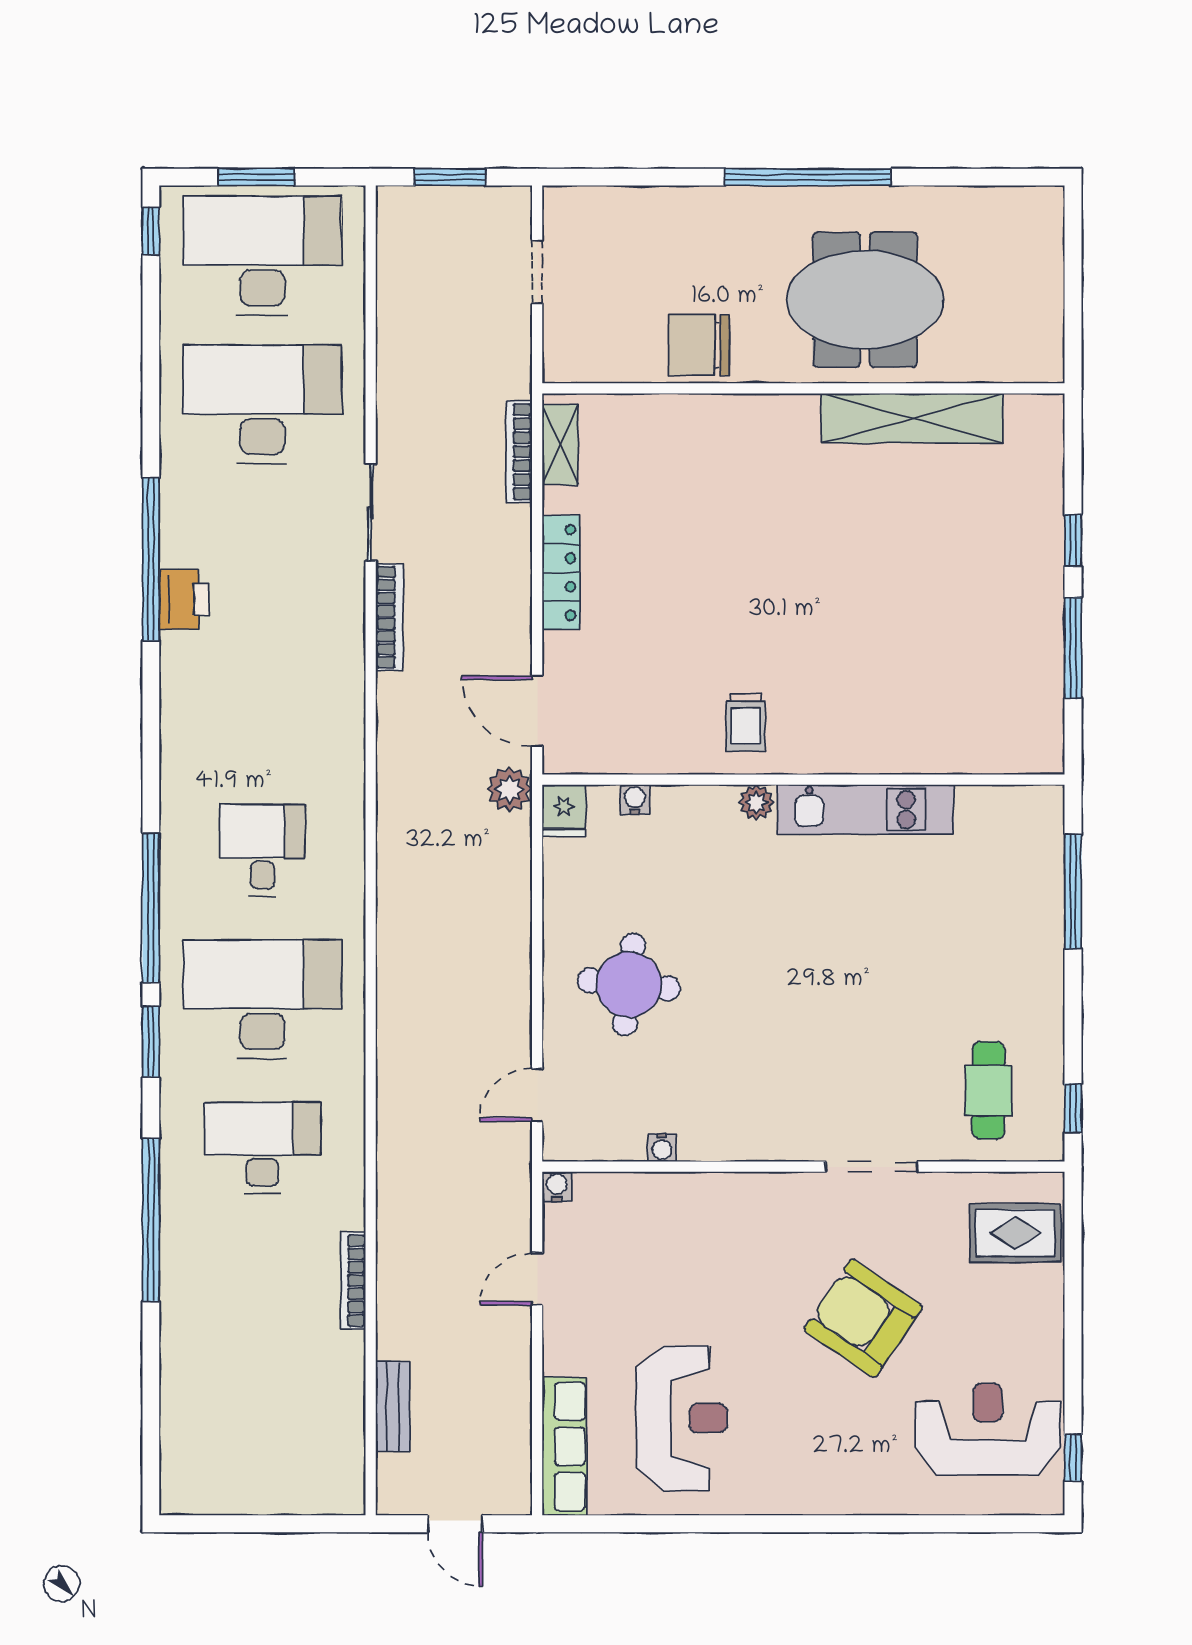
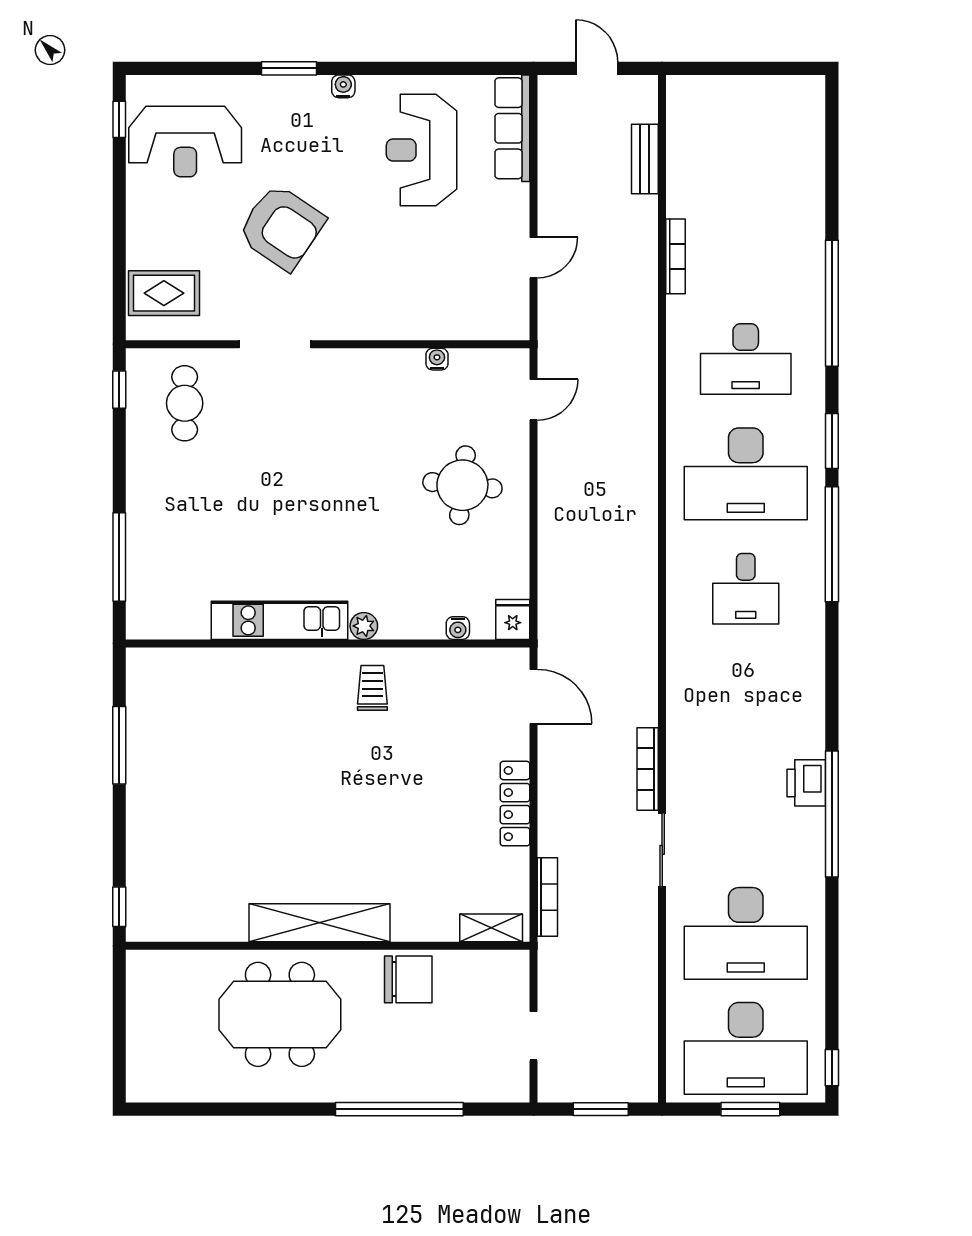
window: (808, 177) -> (399, 1109), moved
shelving: (912, 418) -> (320, 923), moved
shelving: (560, 444) -> (491, 928), moved, turned 90
window: (1073, 540) -> (119, 907), moved
plant: (509, 789) -> (555, 636), removed
water cooler: (557, 1187) -> (343, 86), moved, turned 180
window: (853, 1524) -> (289, 68), added

